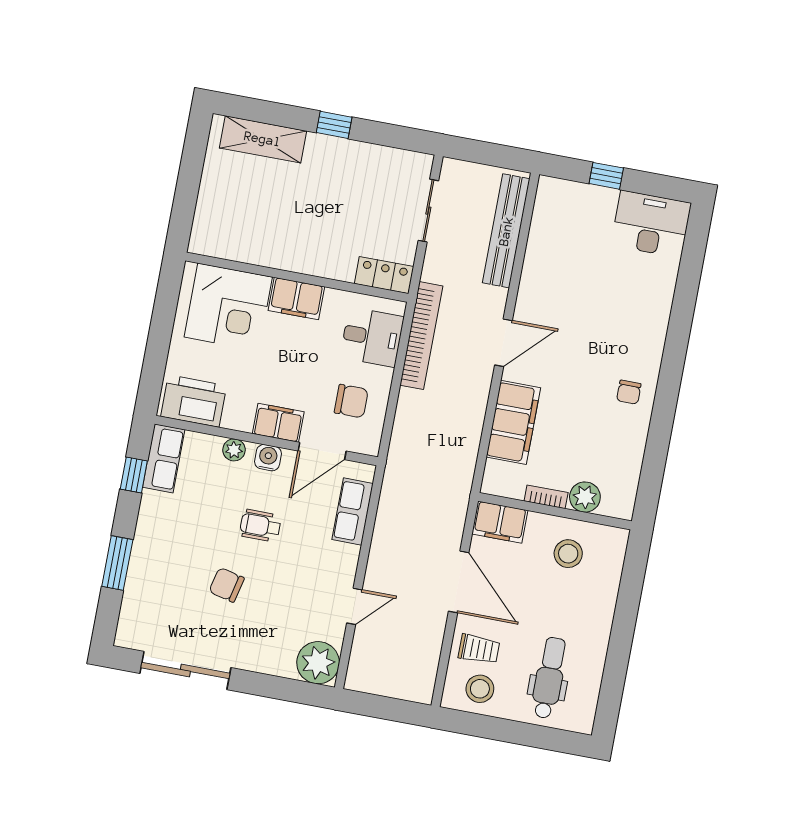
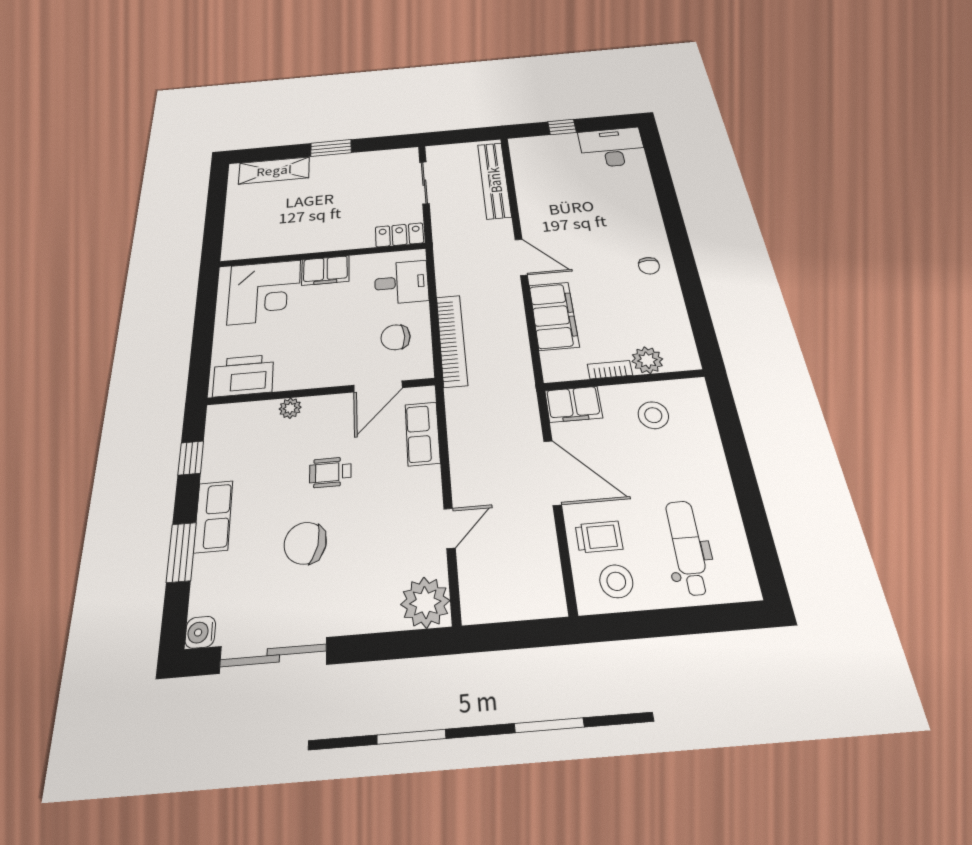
window: (334, 125) -> (331, 148), width x1.50
bookcase: (421, 336) -> (452, 340), moved
door: (503, 343) -> (521, 257), hinge flipped
chair: (351, 401) -> (396, 337), turned 180
filing cabinet: (278, 423) -> (329, 373), removed
row of seats: (164, 458) -> (213, 516), moved
water cooler: (268, 458) -> (200, 632), moved, turned -90
chair: (227, 585) -> (305, 543), width x1.37, depth x1.37

